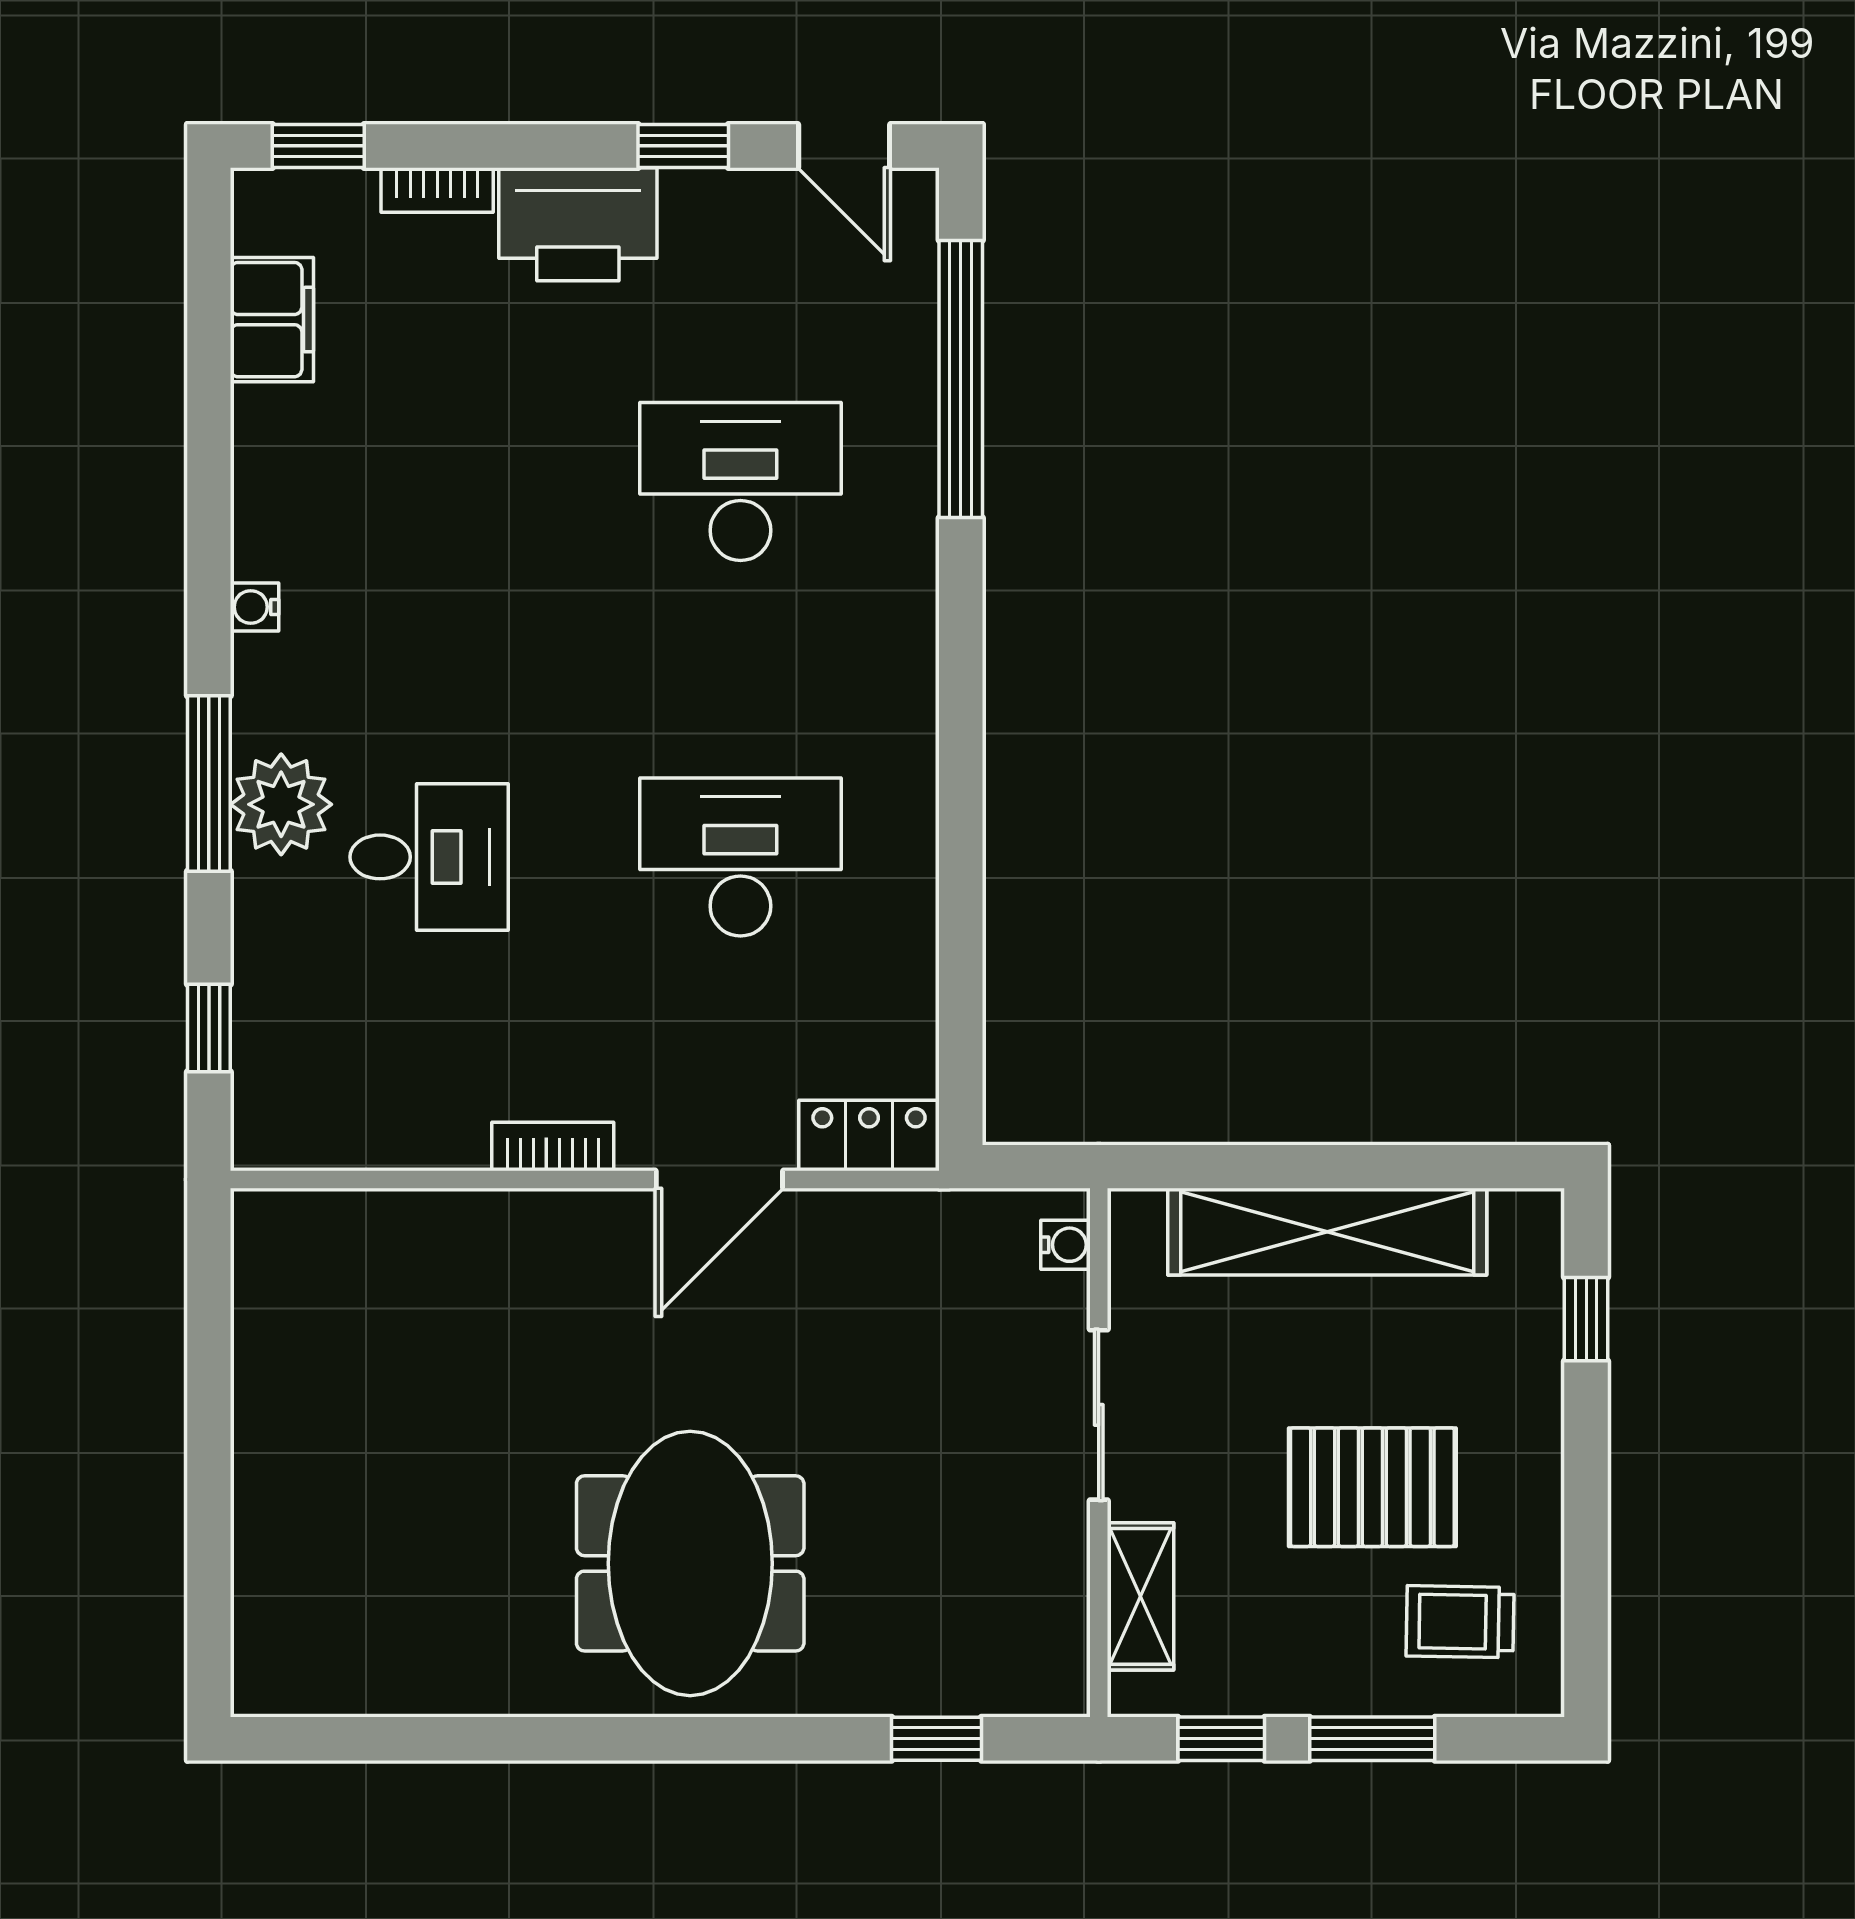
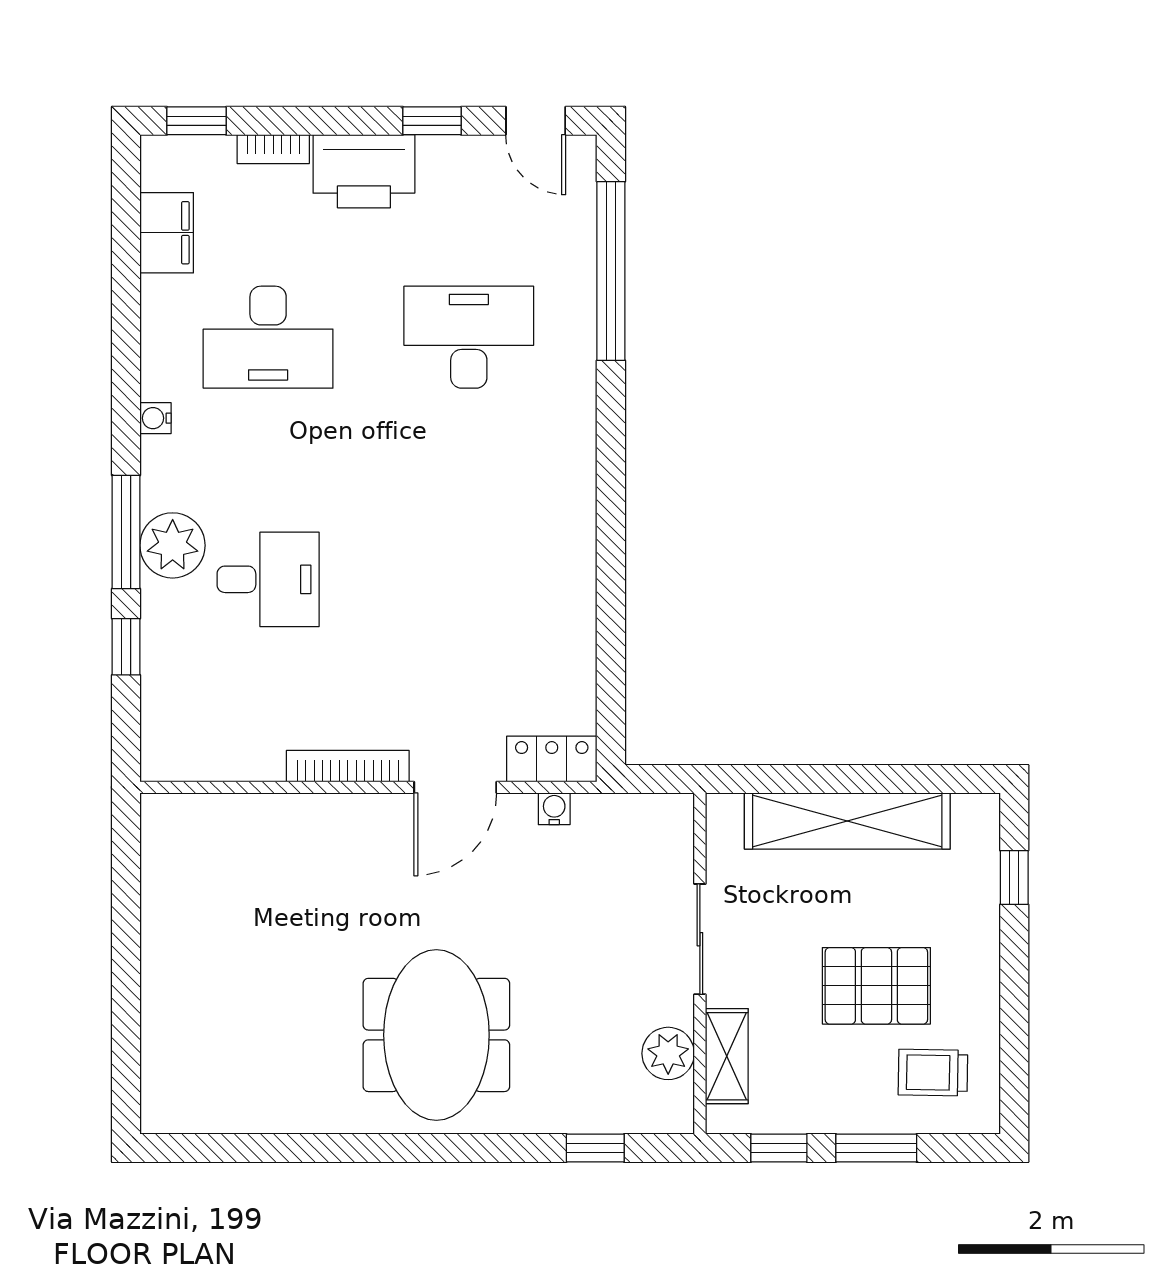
desk: (740, 857) -> (268, 337), moved, turned 180
window: (209, 1028) -> (126, 647), moved
bookcase: (553, 1147) -> (348, 766), width x1.56
water cooler: (1065, 1245) -> (554, 809), moved, turned -90
plant: (1049, 1592) -> (668, 1053), added

